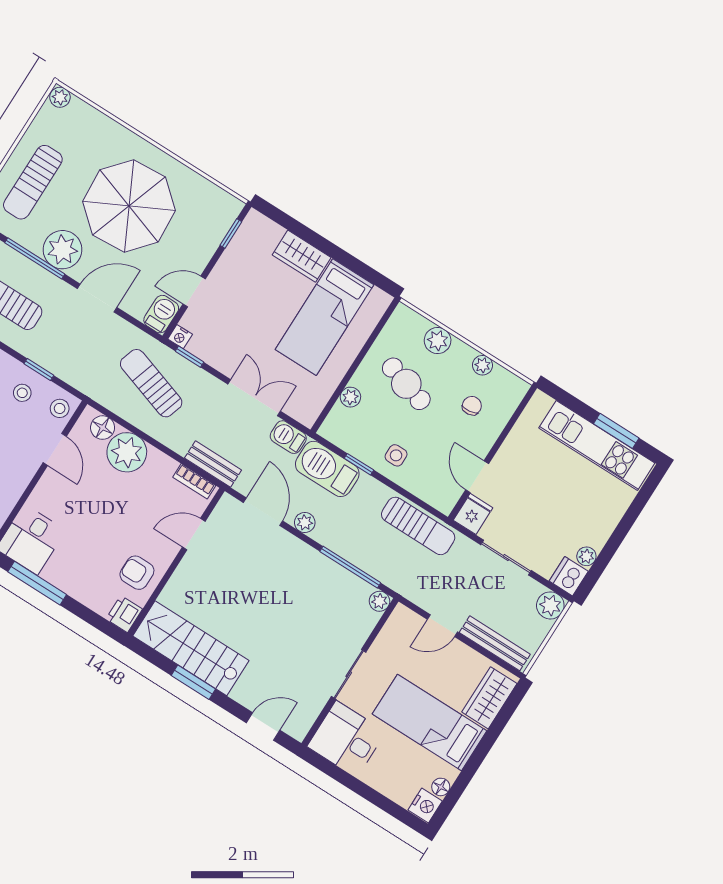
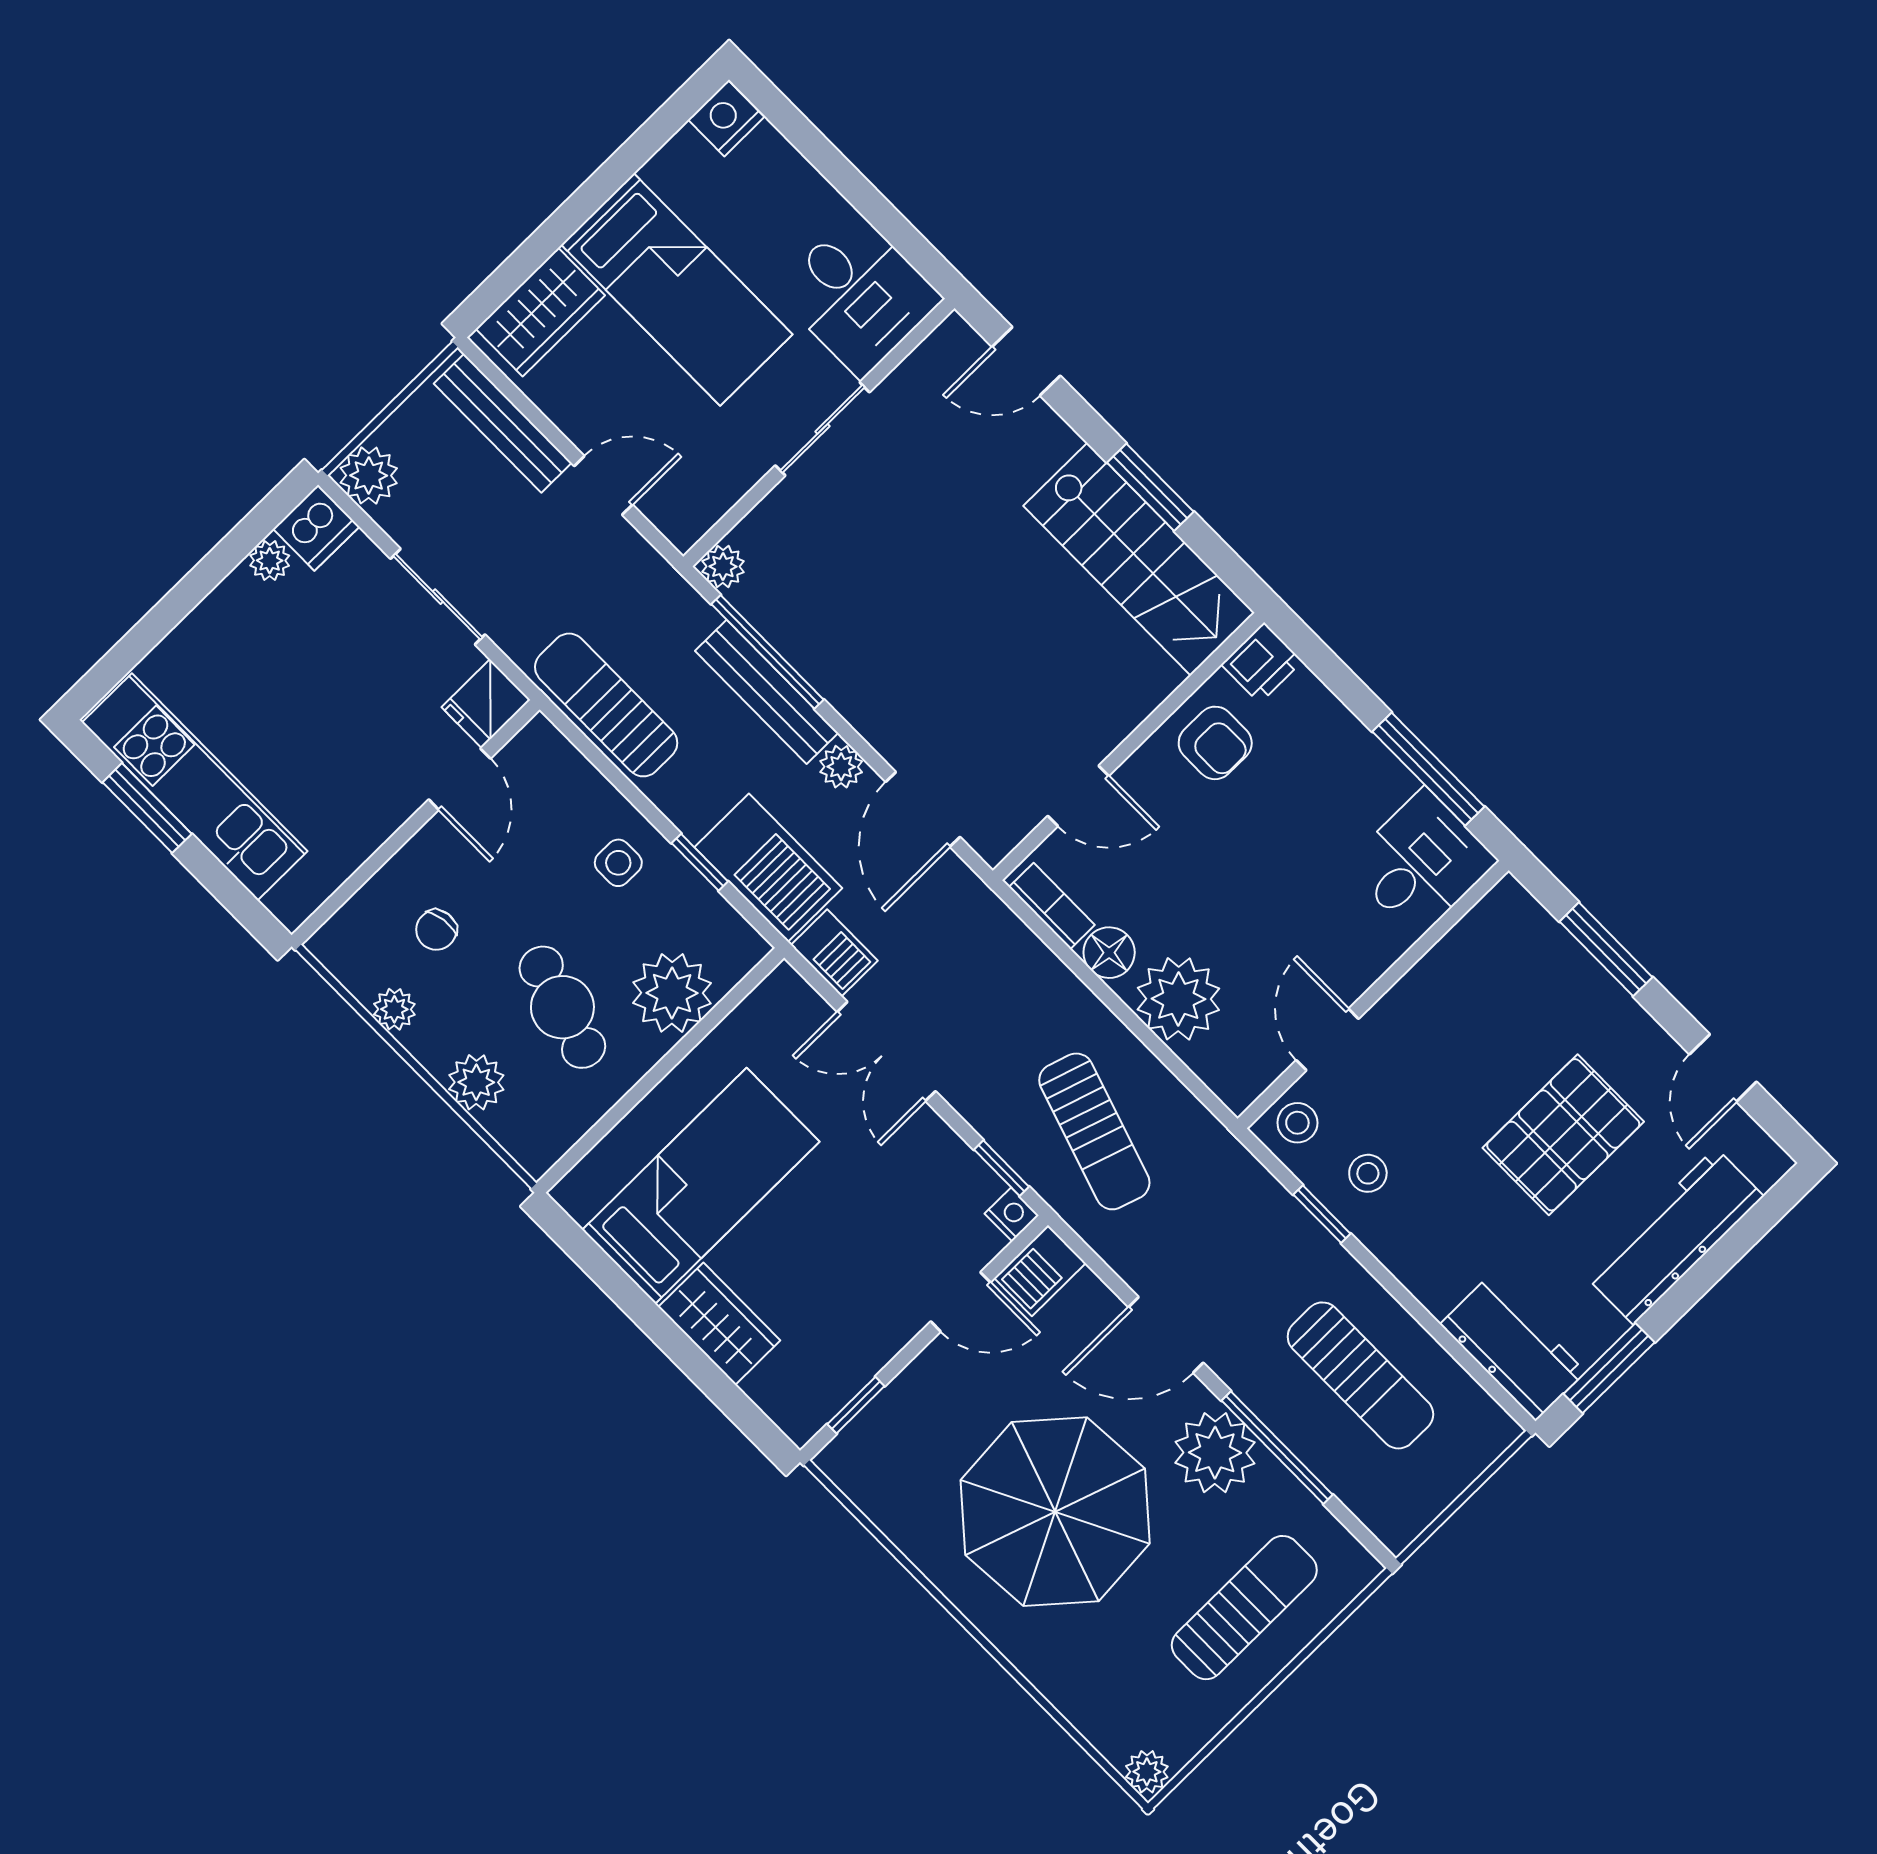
plant: (350, 397) -> (672, 993), width x1.88, depth x1.88
floor lamp: (103, 428) -> (1109, 953), moved
bench: (213, 464) -> (767, 692), moved, width x1.36
floor lamp: (441, 787) -> (685, 150), removed

